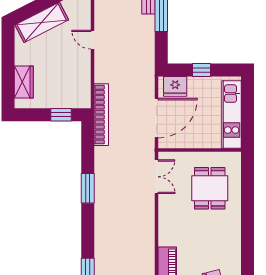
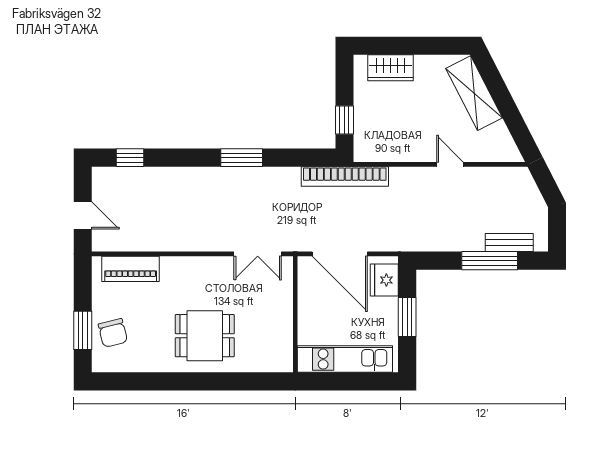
door: (93, 40) -> (450, 164), hinge flipped
window: (201, 70) -> (407, 317), width x1.50
dining table: (210, 188) -> (205, 336), moved

